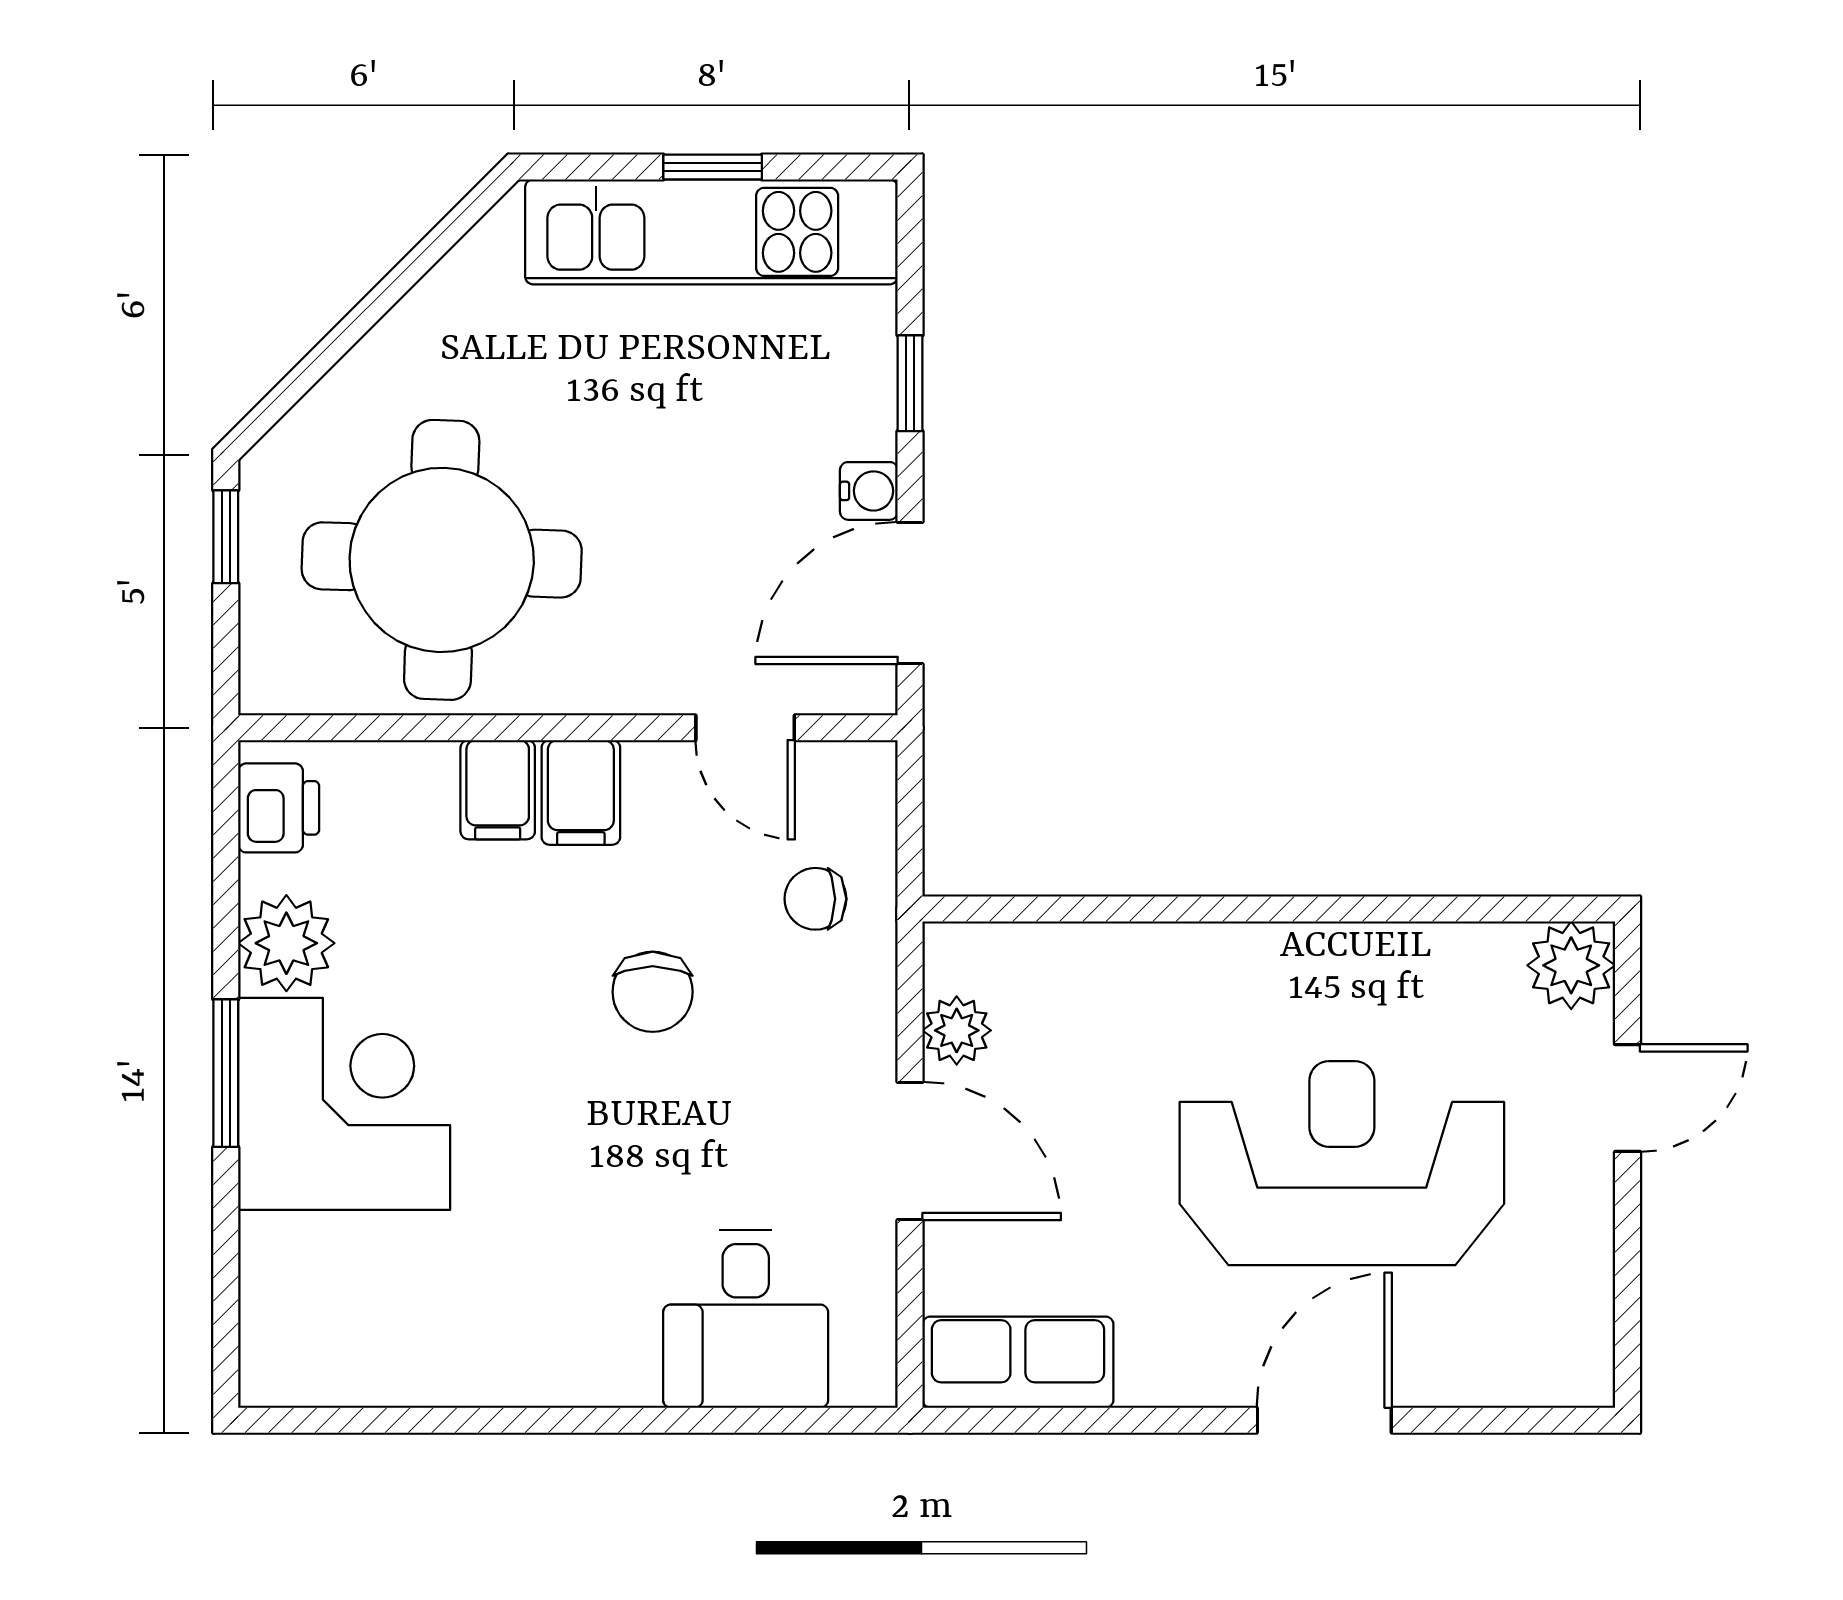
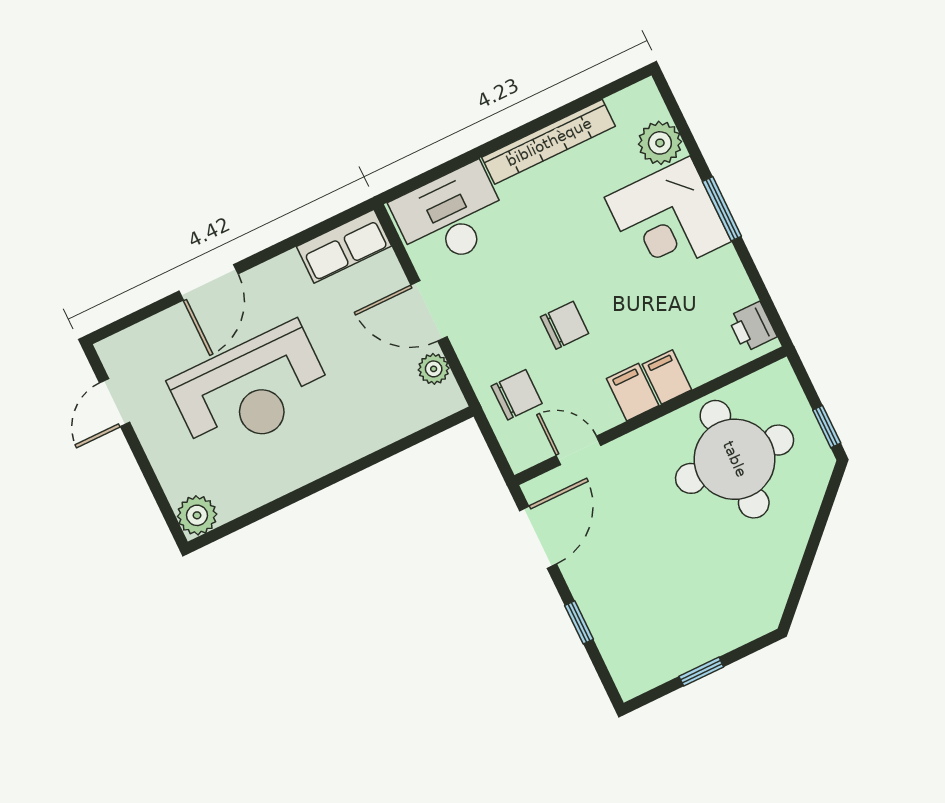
kitchen unit: (711, 232) -> (689, 645), removed
water cooler: (869, 491) -> (575, 571), removed
chair: (815, 899) -> (517, 395), width x1.37, depth x1.37
plant: (286, 943) -> (660, 143), moved
chair: (653, 992) -> (565, 325), turned 90
door: (1627, 1098) -> (115, 403), moved
desk: (746, 1319) -> (450, 217), width x1.37
bookcase: (508, 1374) -> (549, 142), added

